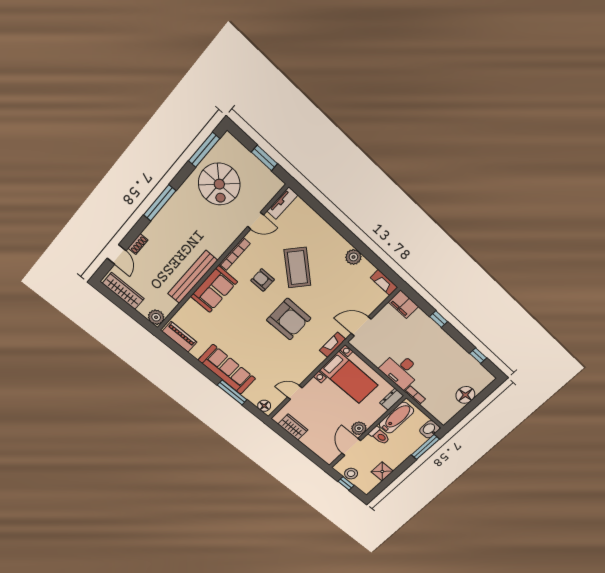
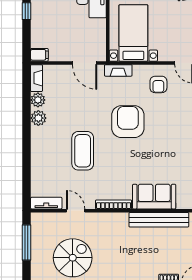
window: (264, 158) -> (27, 242), width x1.44
coffee table: (297, 268) -> (83, 151), turned -41
plant: (367, 269) -> (38, 100), added
armchair: (263, 280) -> (158, 84), moved
filing cabinet: (403, 304) -> (39, 55), width x0.50

